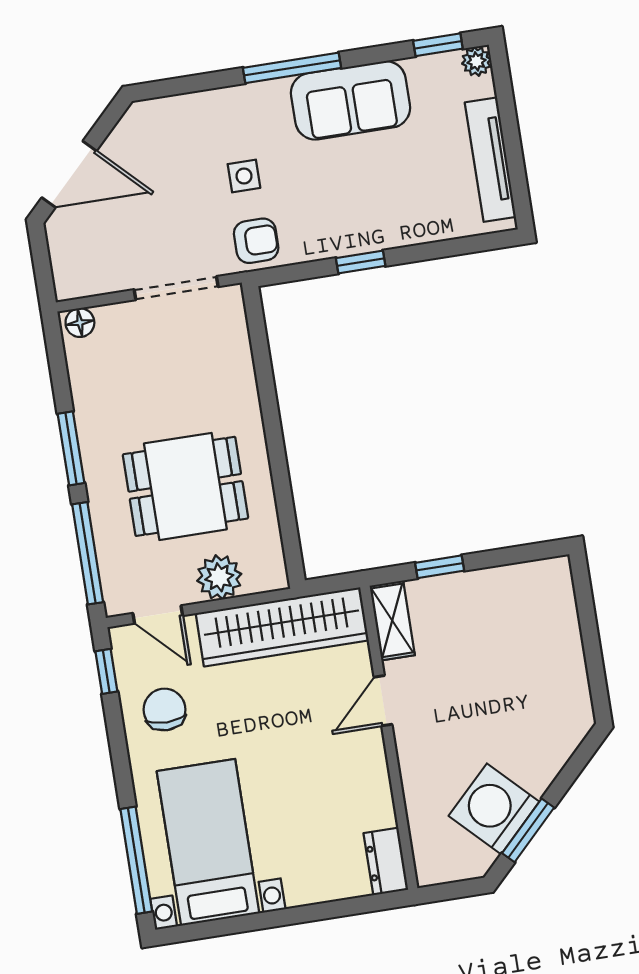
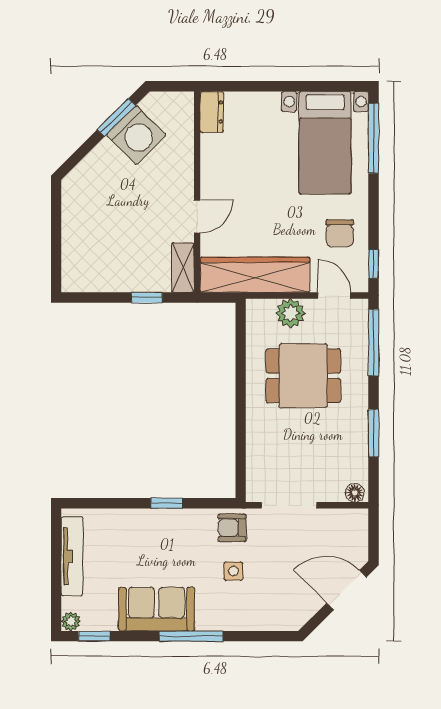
window: (71, 448) -> (373, 433), moved

